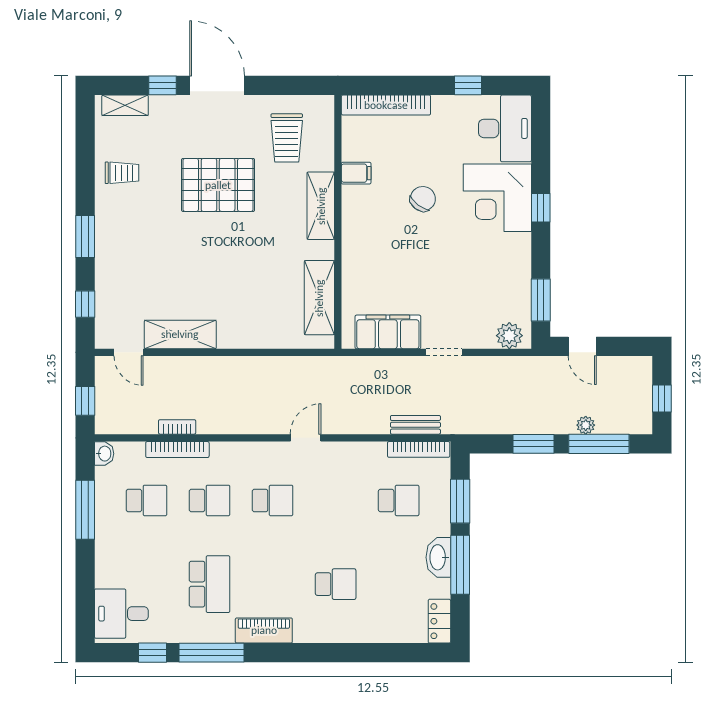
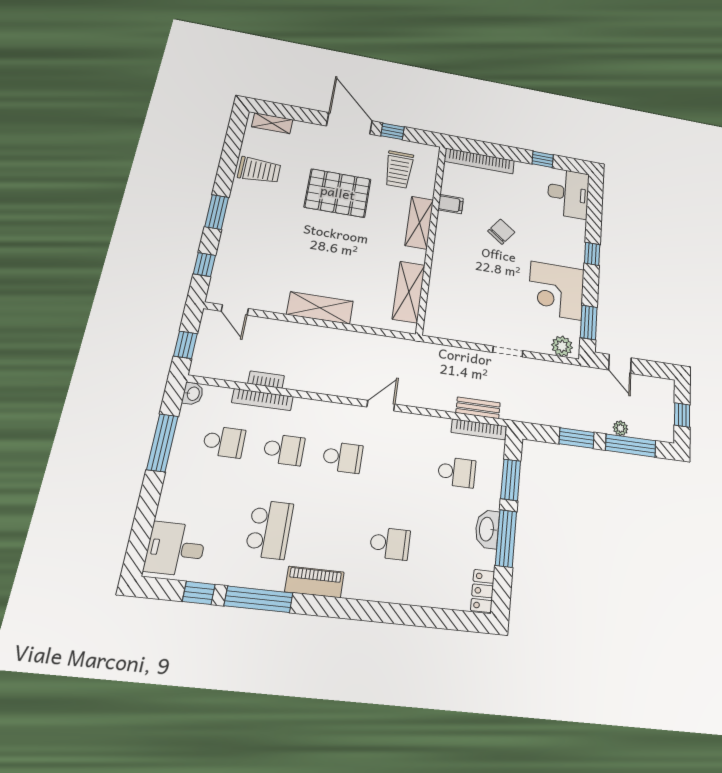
window: (162, 85) -> (392, 131), moved
trolley: (122, 173) -> (259, 170), width x1.36, depth x1.39
corner desk: (497, 198) -> (556, 291), moved
filing cabinet: (388, 332) -> (463, 328), removed
shelving: (180, 334) -> (320, 308), moved

